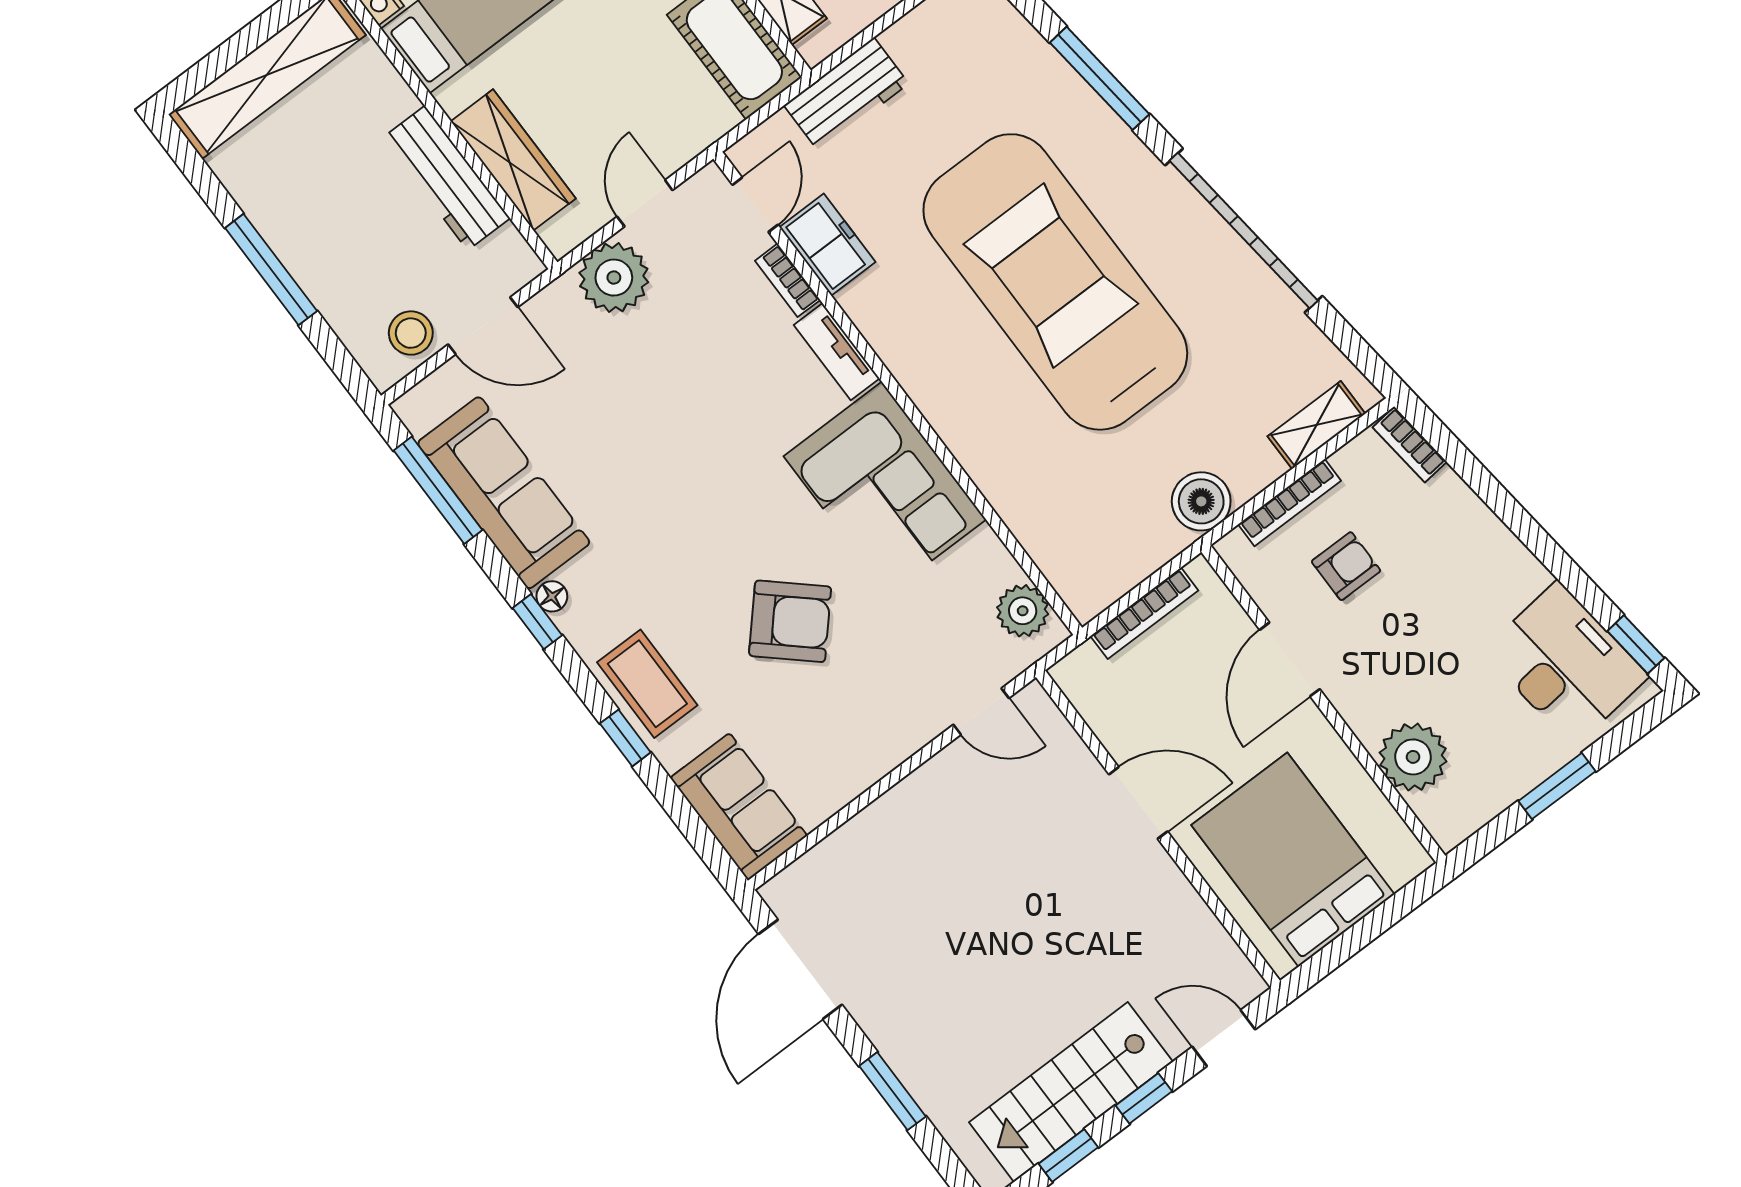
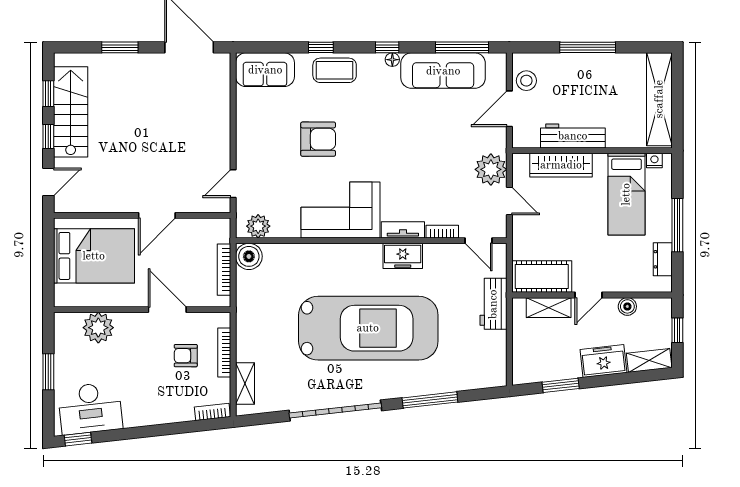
freezer: (827, 245) -> (403, 256), moved
boiler: (1201, 501) -> (249, 256), moved
armchair: (1346, 566) -> (186, 356), turned 90
armchair: (790, 621) -> (318, 139), turned -132

